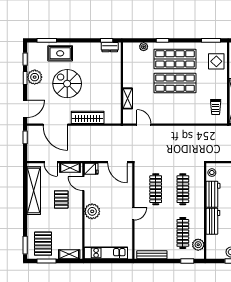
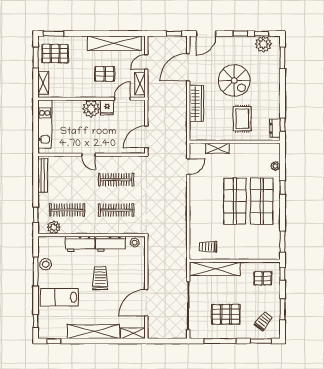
rug: (60, 53) -> (242, 119), moved
display table: (216, 61) -> (259, 247), removed
plant: (35, 77) -> (263, 44), moved
spiral stairs: (67, 84) -> (234, 81), turned 90
door: (25, 109) -> (206, 34), hinge flipped
fridge: (91, 169) -> (107, 107), moved

